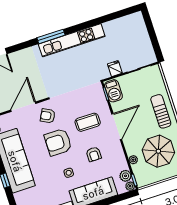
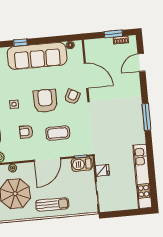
kitchen unit: (72, 40) -> (142, 176), moved
coffee table: (88, 122) -> (58, 133), turned 90
door: (117, 127) -> (47, 160), hinge flipped

